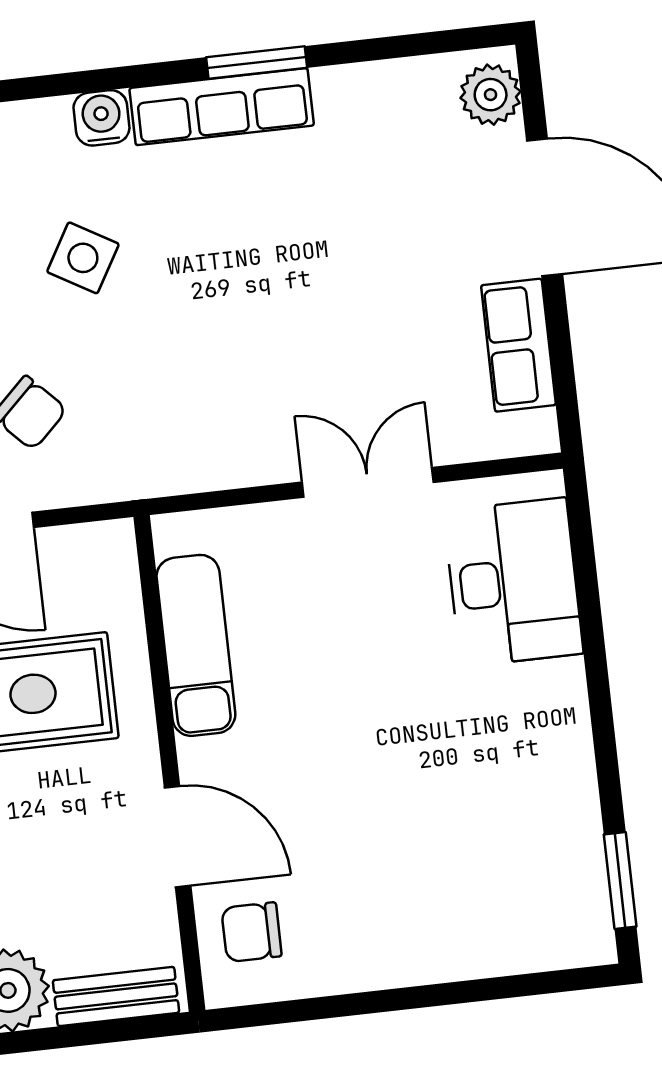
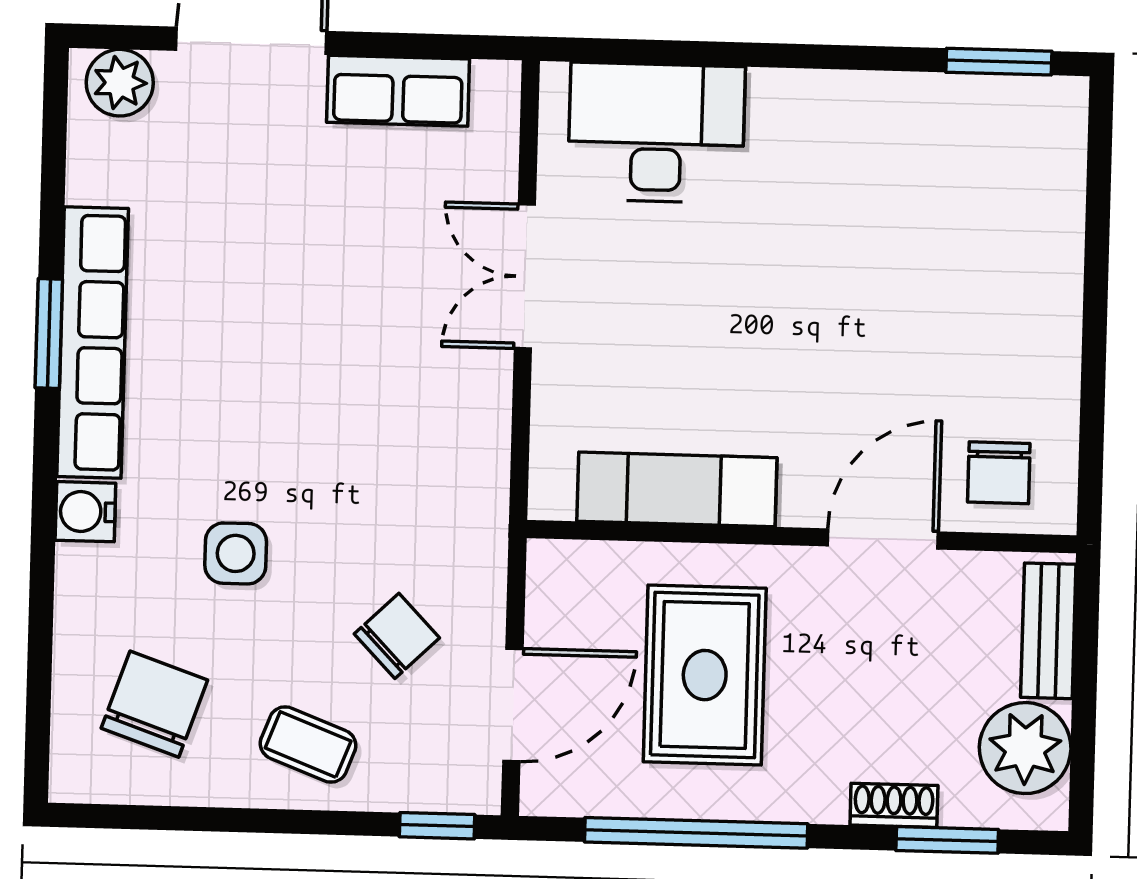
row of seats: (222, 107) -> (93, 342), width x1.36
side table: (83, 258) -> (236, 553), turned -30

